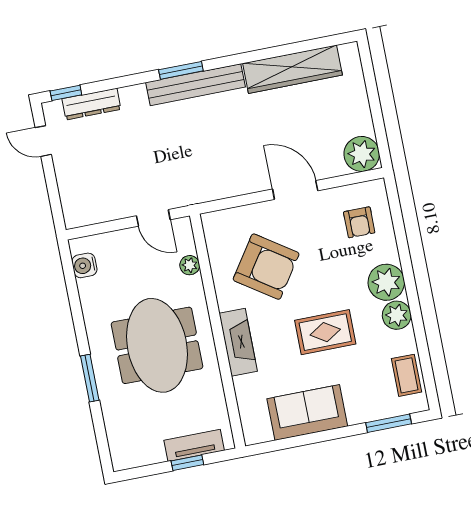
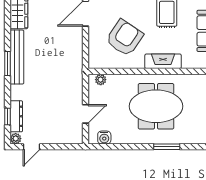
window: (66, 93) -> (7, 117), moved
plant: (52, 111) -> (16, 139), added
door: (153, 218) -> (86, 114), moved
plant: (190, 265) -> (101, 80), moved

